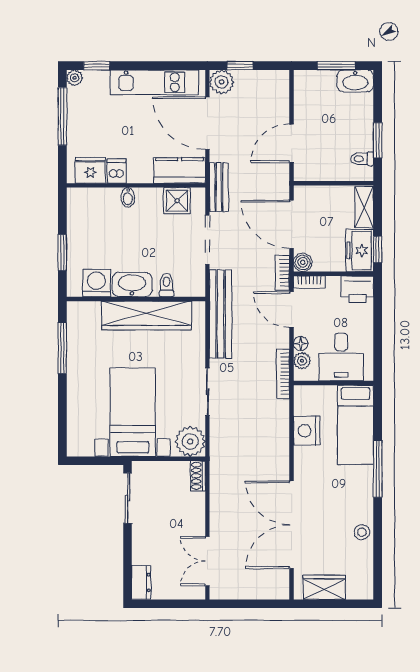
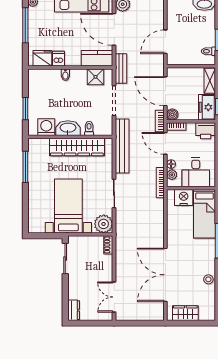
nightstand: (307, 431) -> (184, 198), moved, turned 90

